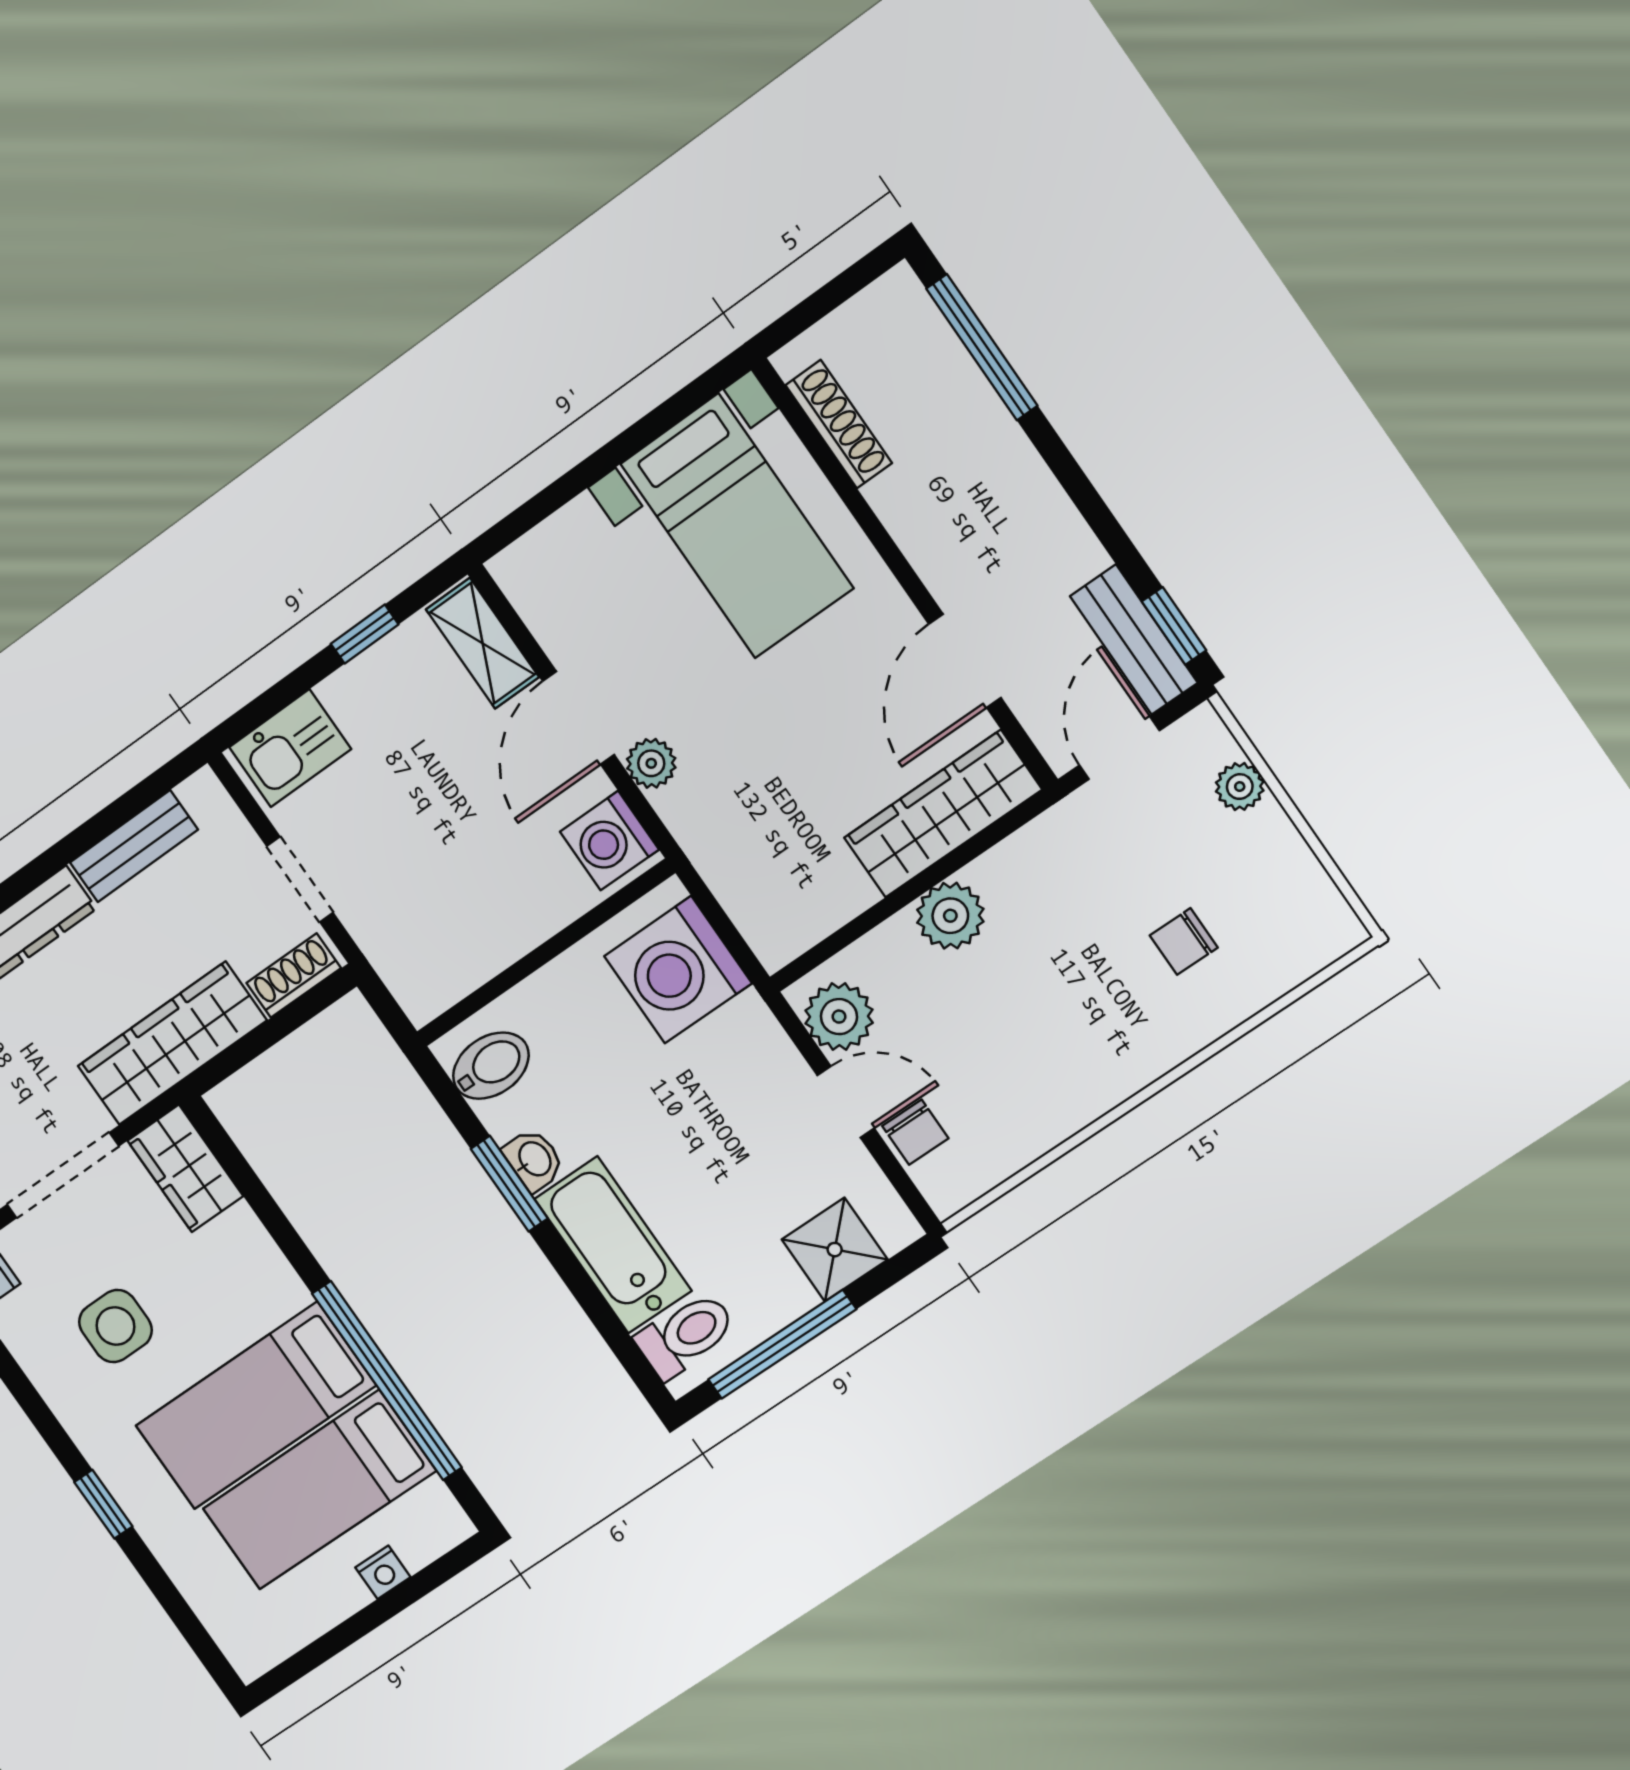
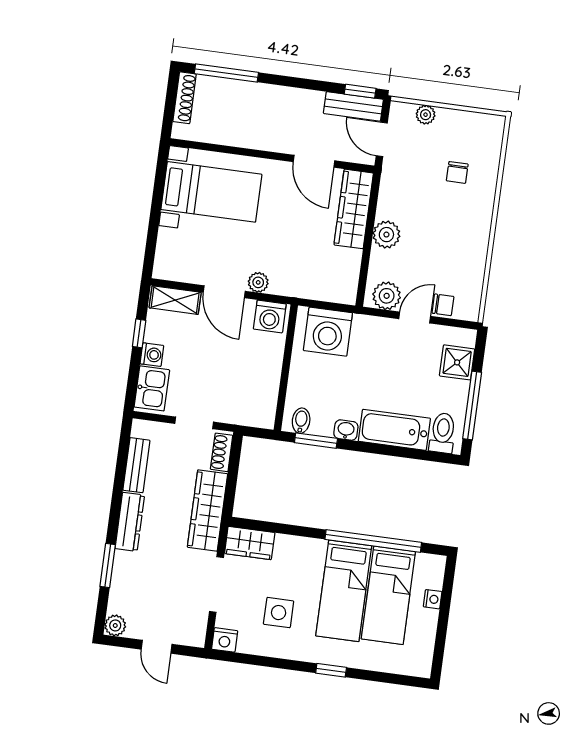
shoe rack: (839, 424) -> (185, 98), moved, turned 90
washing machine: (349, 692) -> (152, 355), added
bidet: (491, 1066) -> (301, 421), width x0.72, depth x0.74
window: (509, 1184) -> (316, 441), moved

